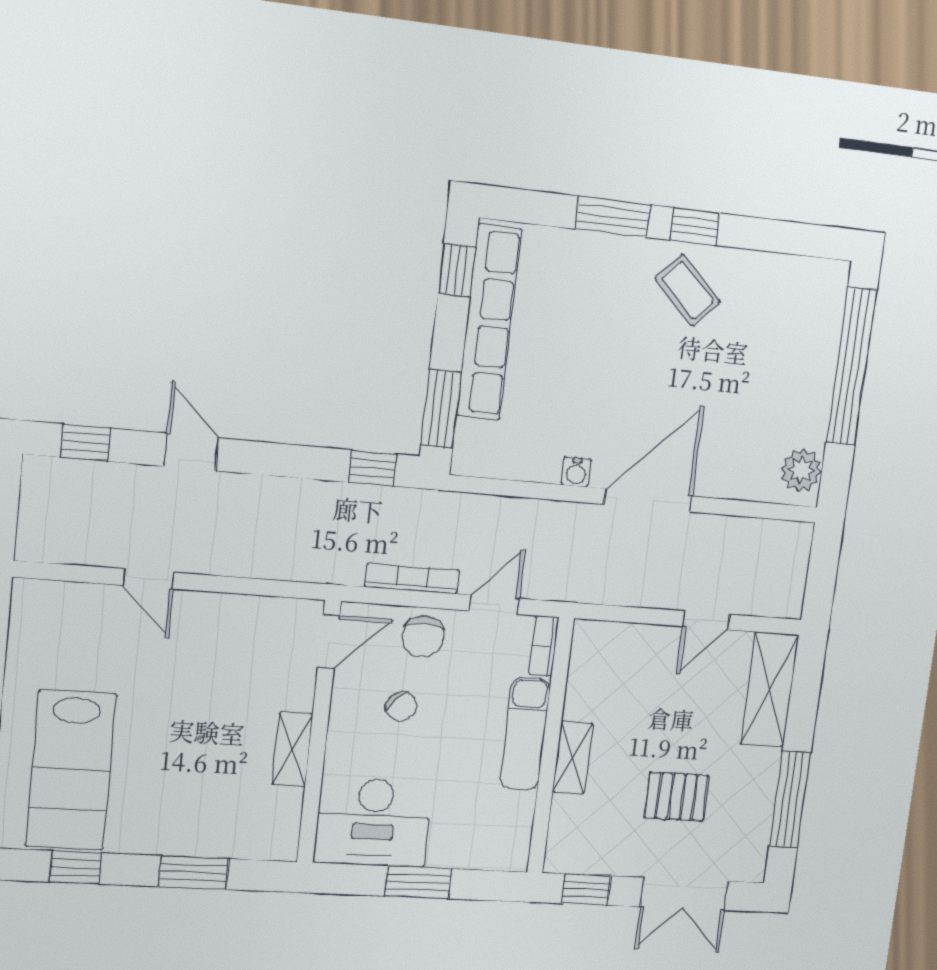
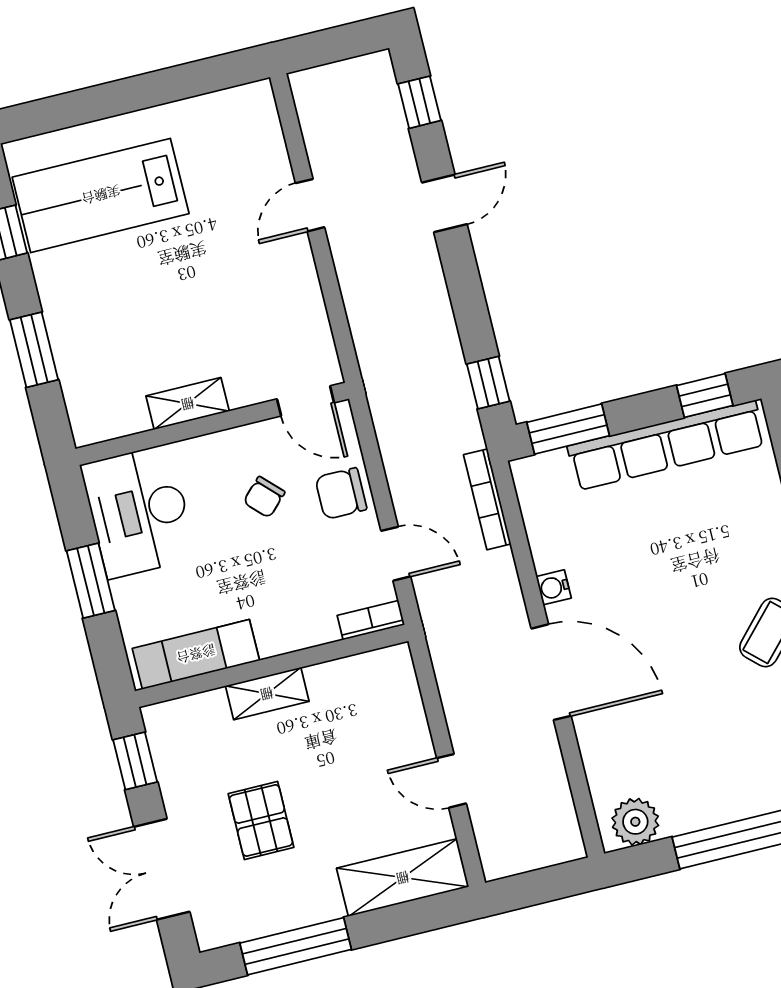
bookcase: (412, 579) -> (487, 499), moved, turned 180
exam couch: (525, 734) -> (196, 654), moved

